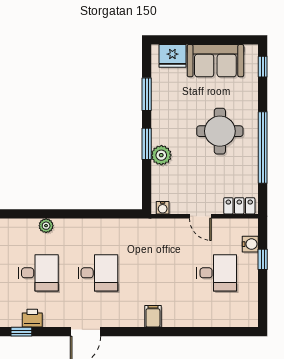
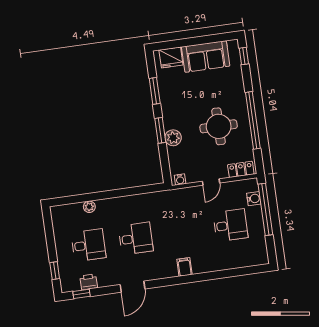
round table: (220, 131) -> (219, 126), moved
door: (200, 216) -> (211, 182), hinge flipped
window: (263, 259) -> (265, 209), width x3.17

